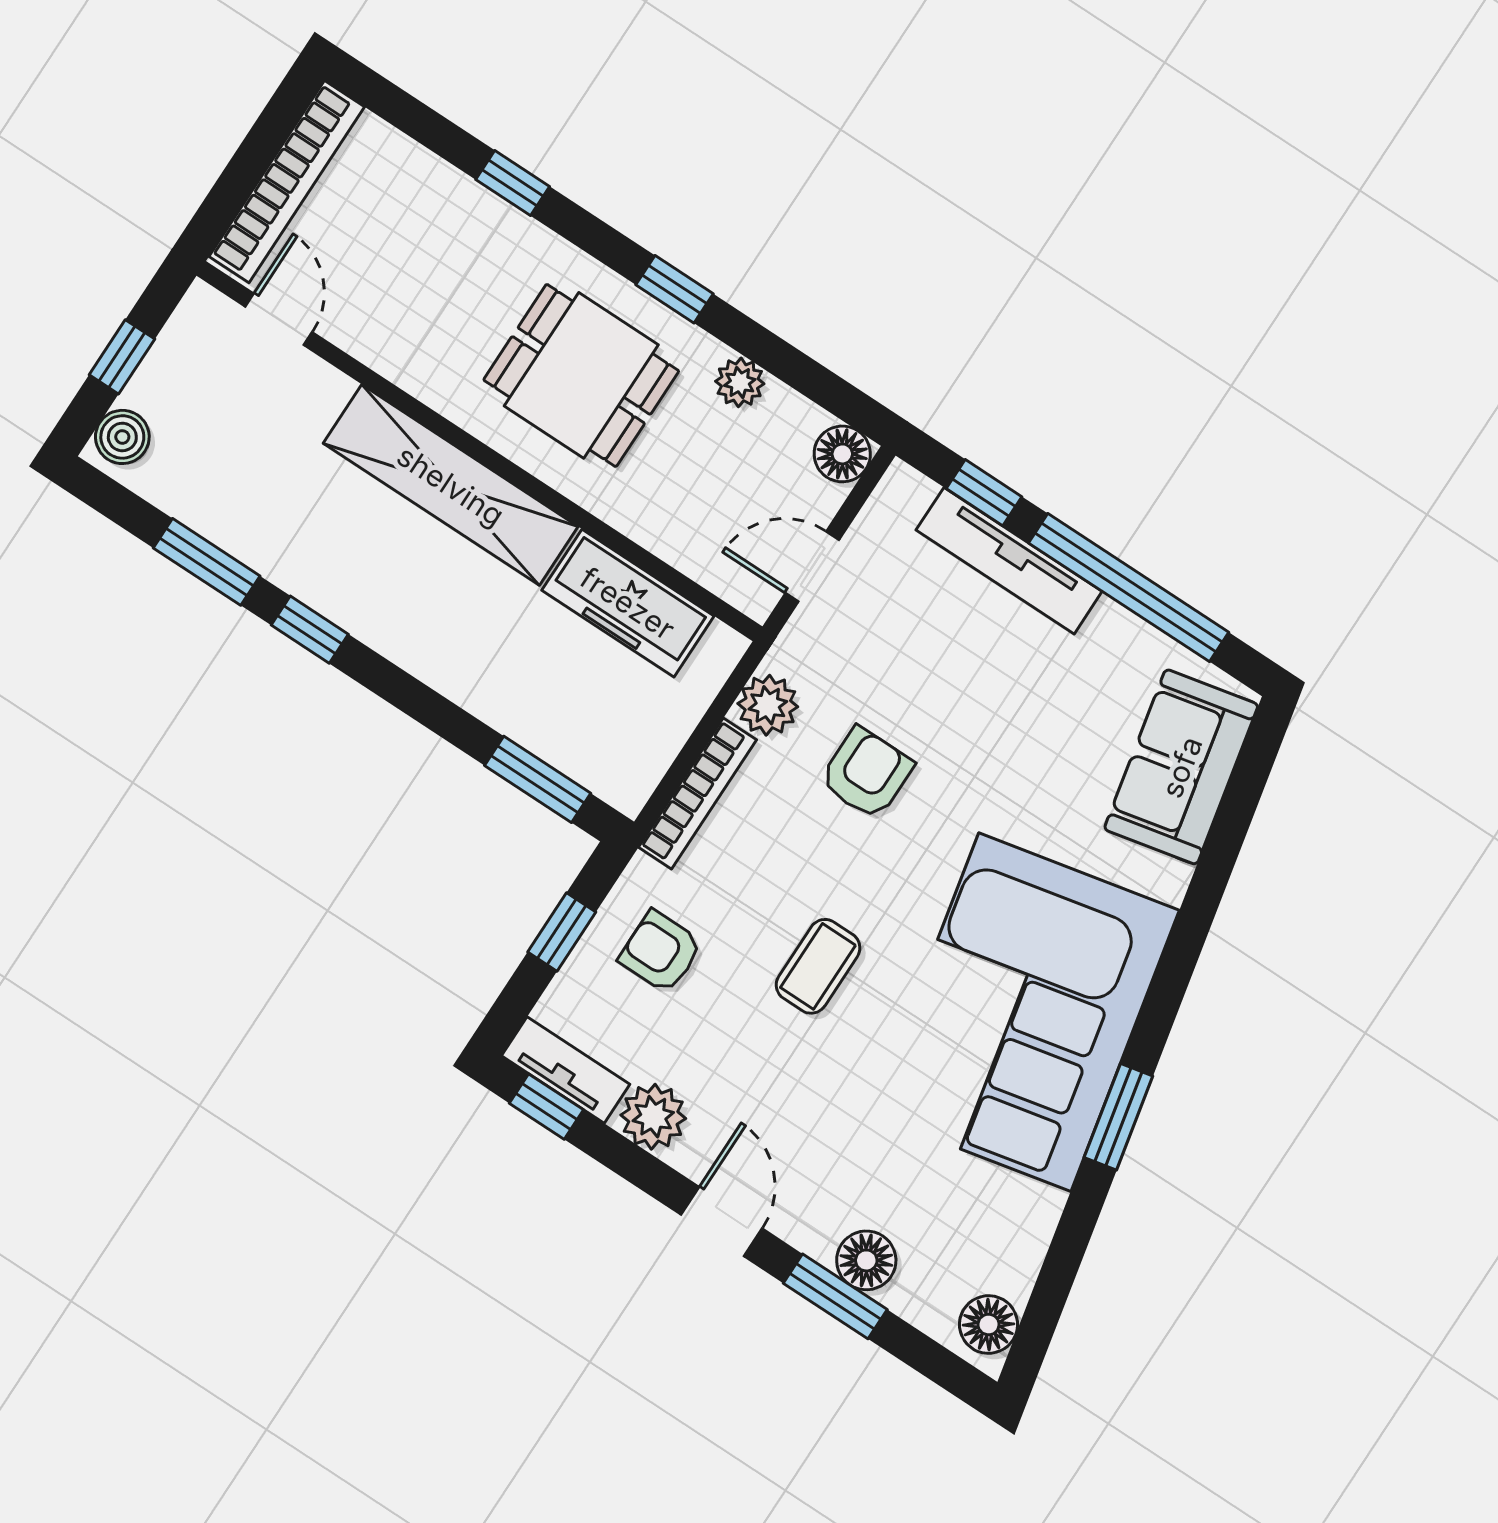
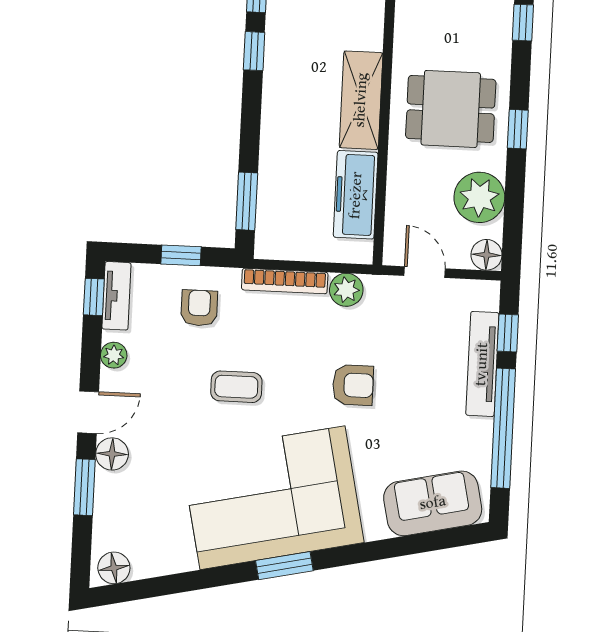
dining table: (581, 375) -> (451, 109), turned 90
plant: (740, 382) -> (479, 197), width x1.87, depth x1.87
shelving: (451, 485) -> (361, 100), width x0.68
armchair: (866, 773) -> (353, 385), moved
plant: (653, 1117) -> (114, 355), width x0.73, depth x0.73
window: (1118, 1117) -> (284, 566), moved
floor lamp: (866, 1260) -> (112, 454), moved

